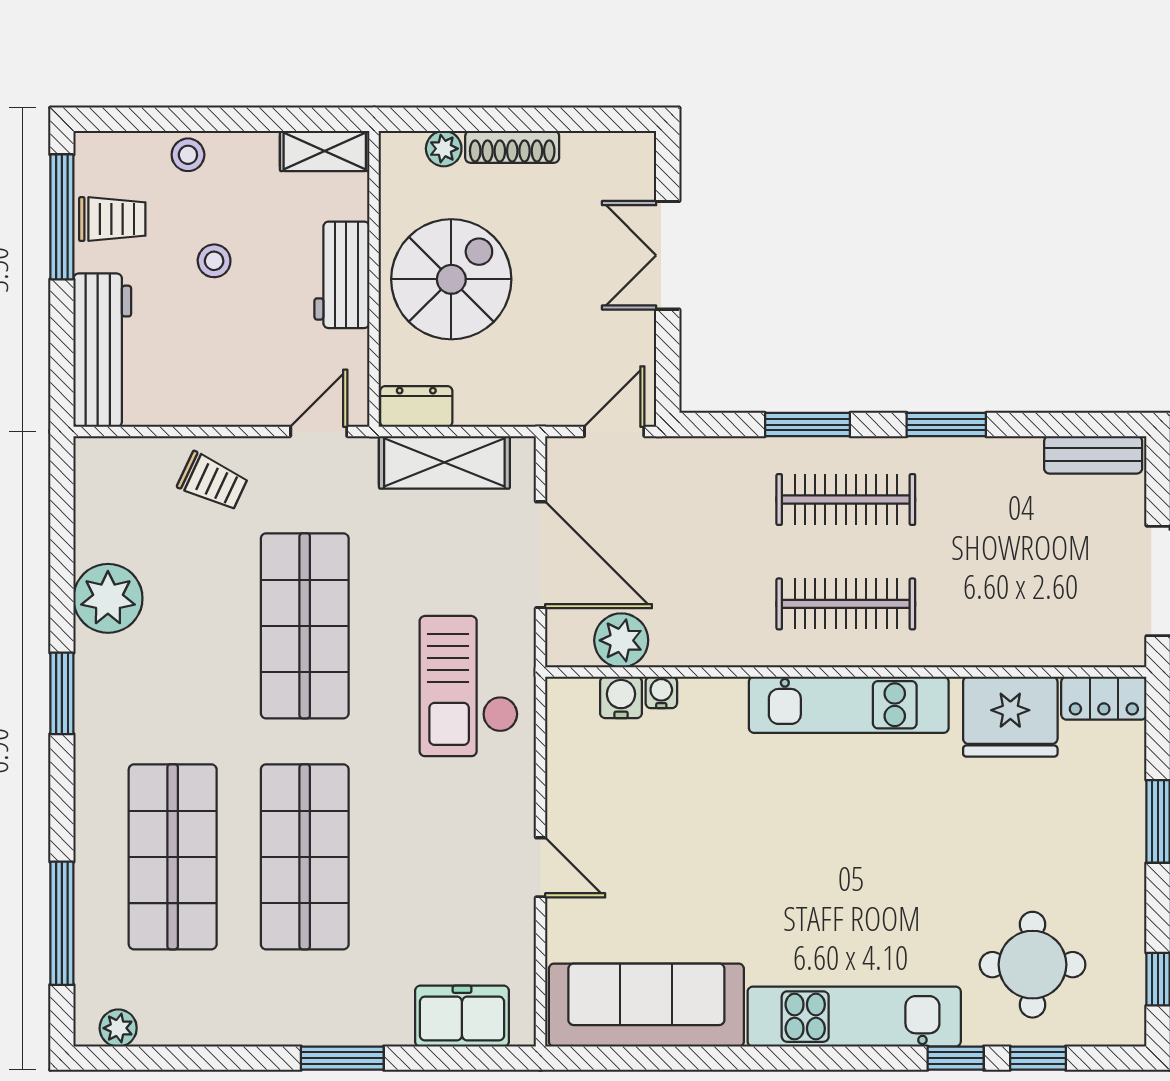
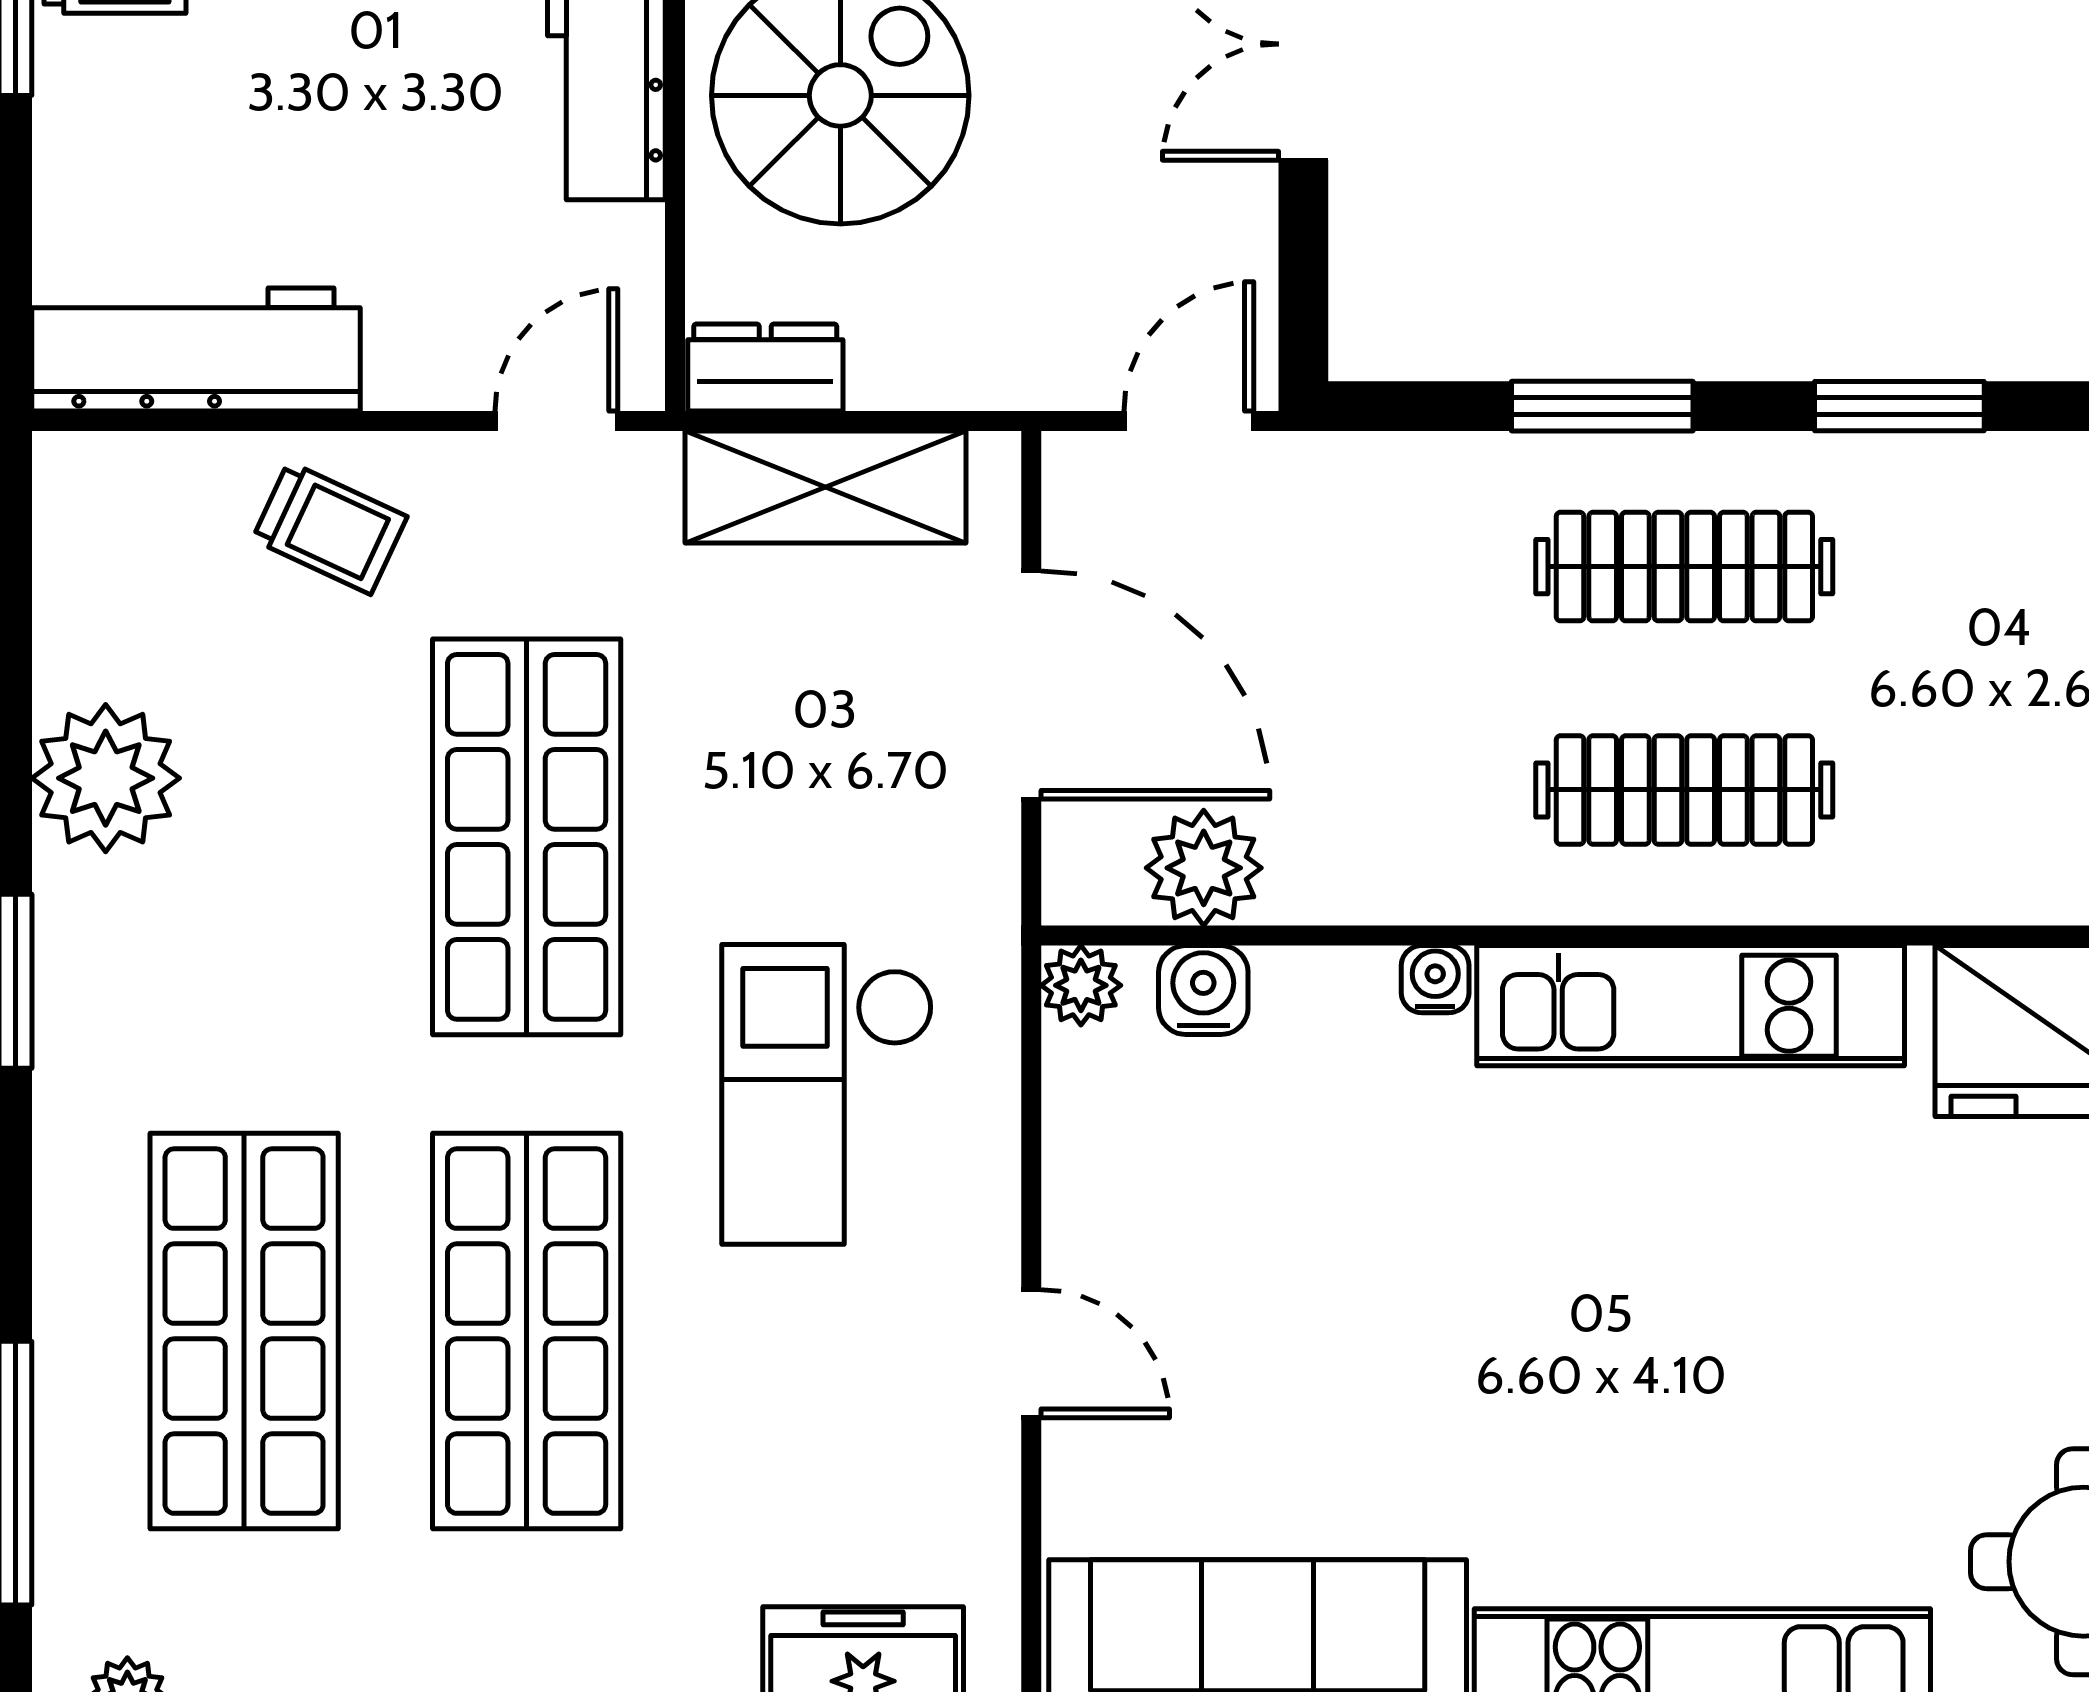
stool: (214, 261) -> (333, 56), removed
workbench: (102, 350) -> (196, 349), moved, turned -90
checkout: (469, 686) -> (827, 1094), moved
water cooler: (661, 692) -> (1435, 979), moved
plant: (564, 695) -> (1081, 985), added

